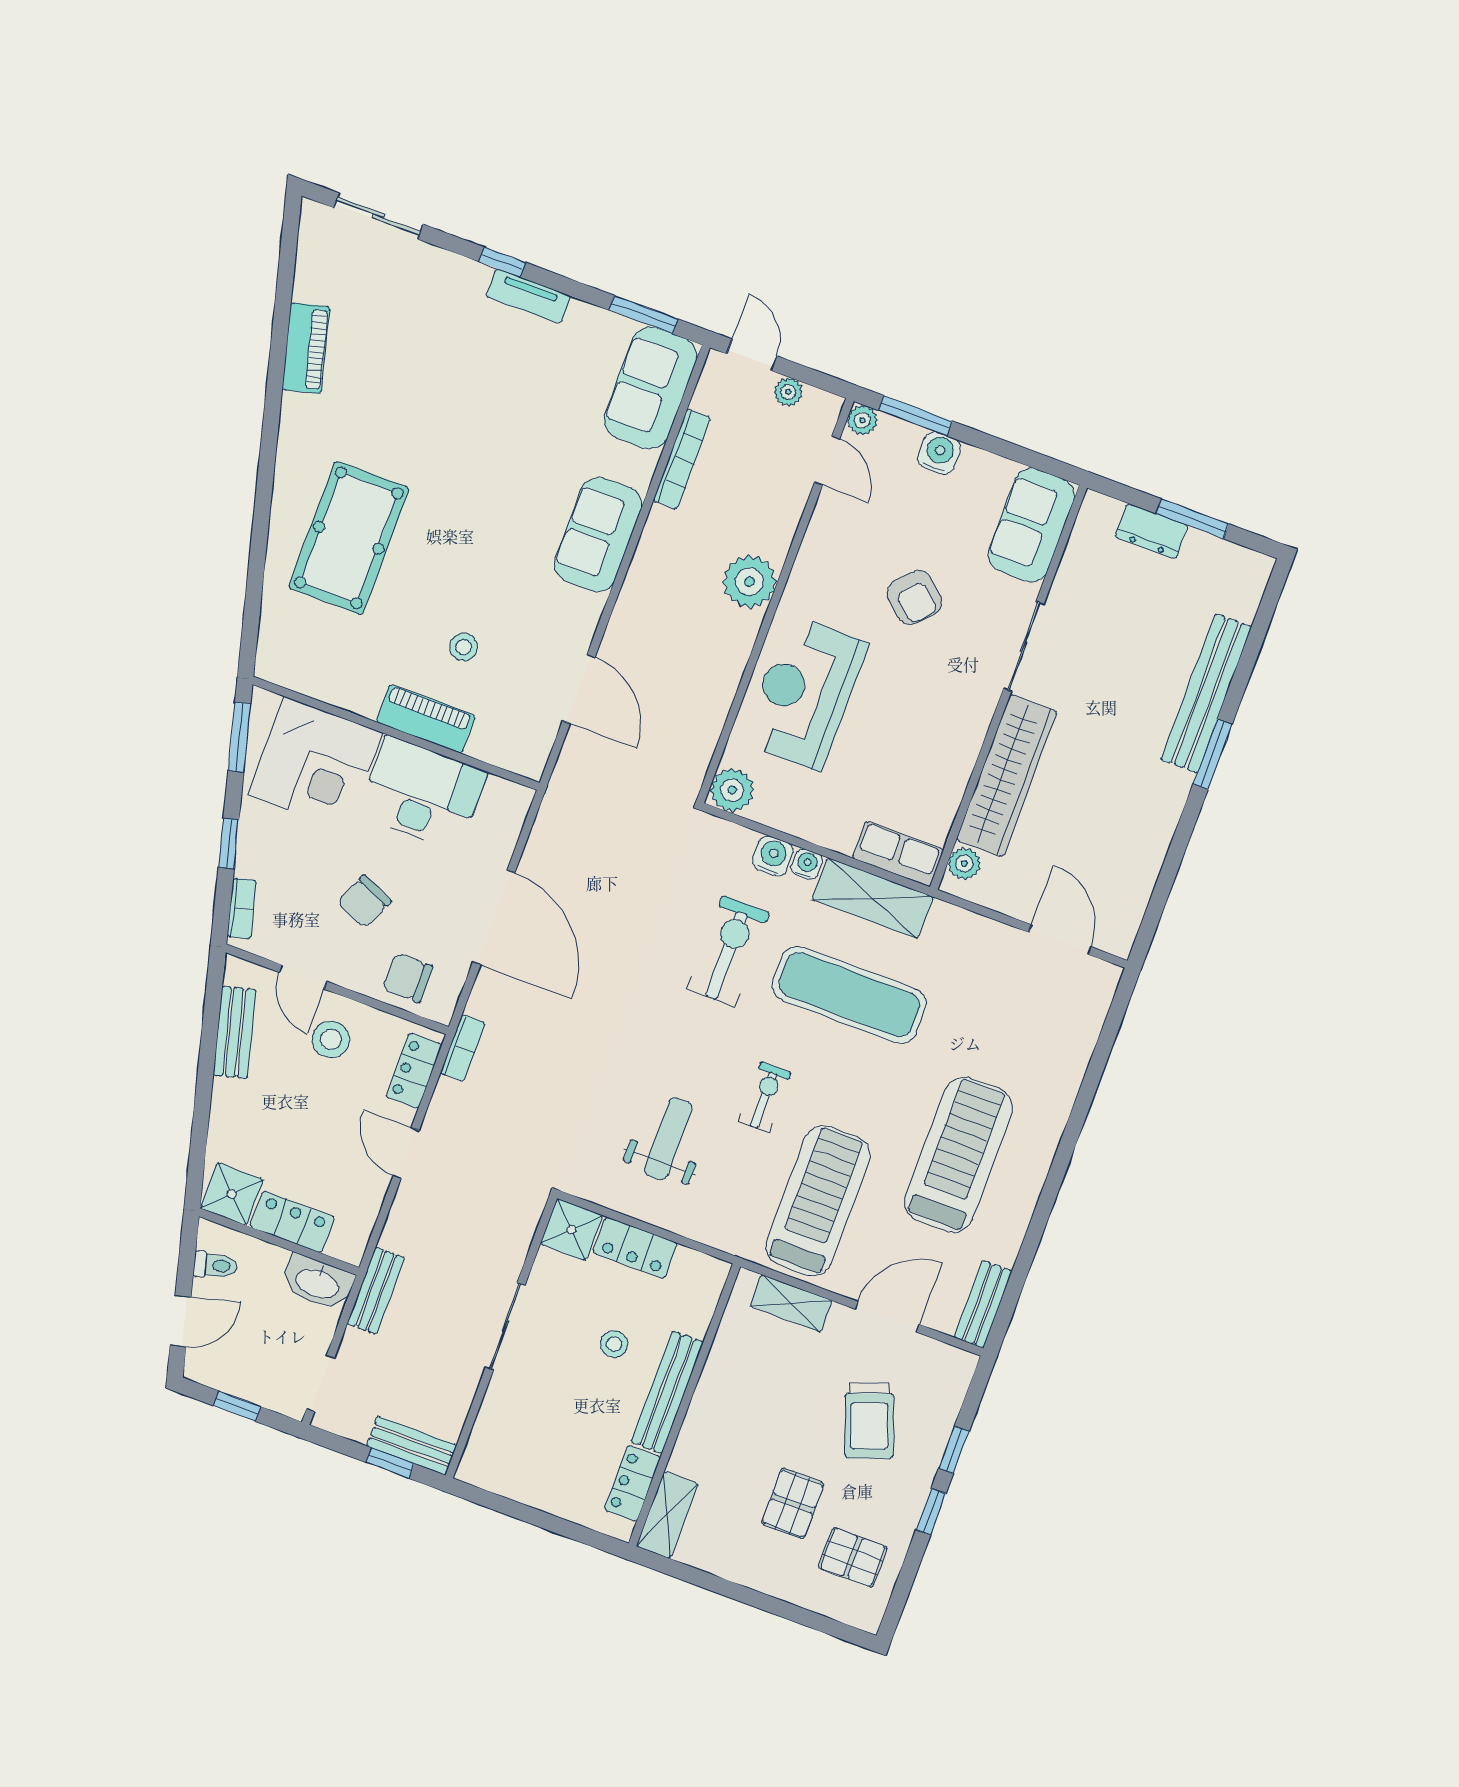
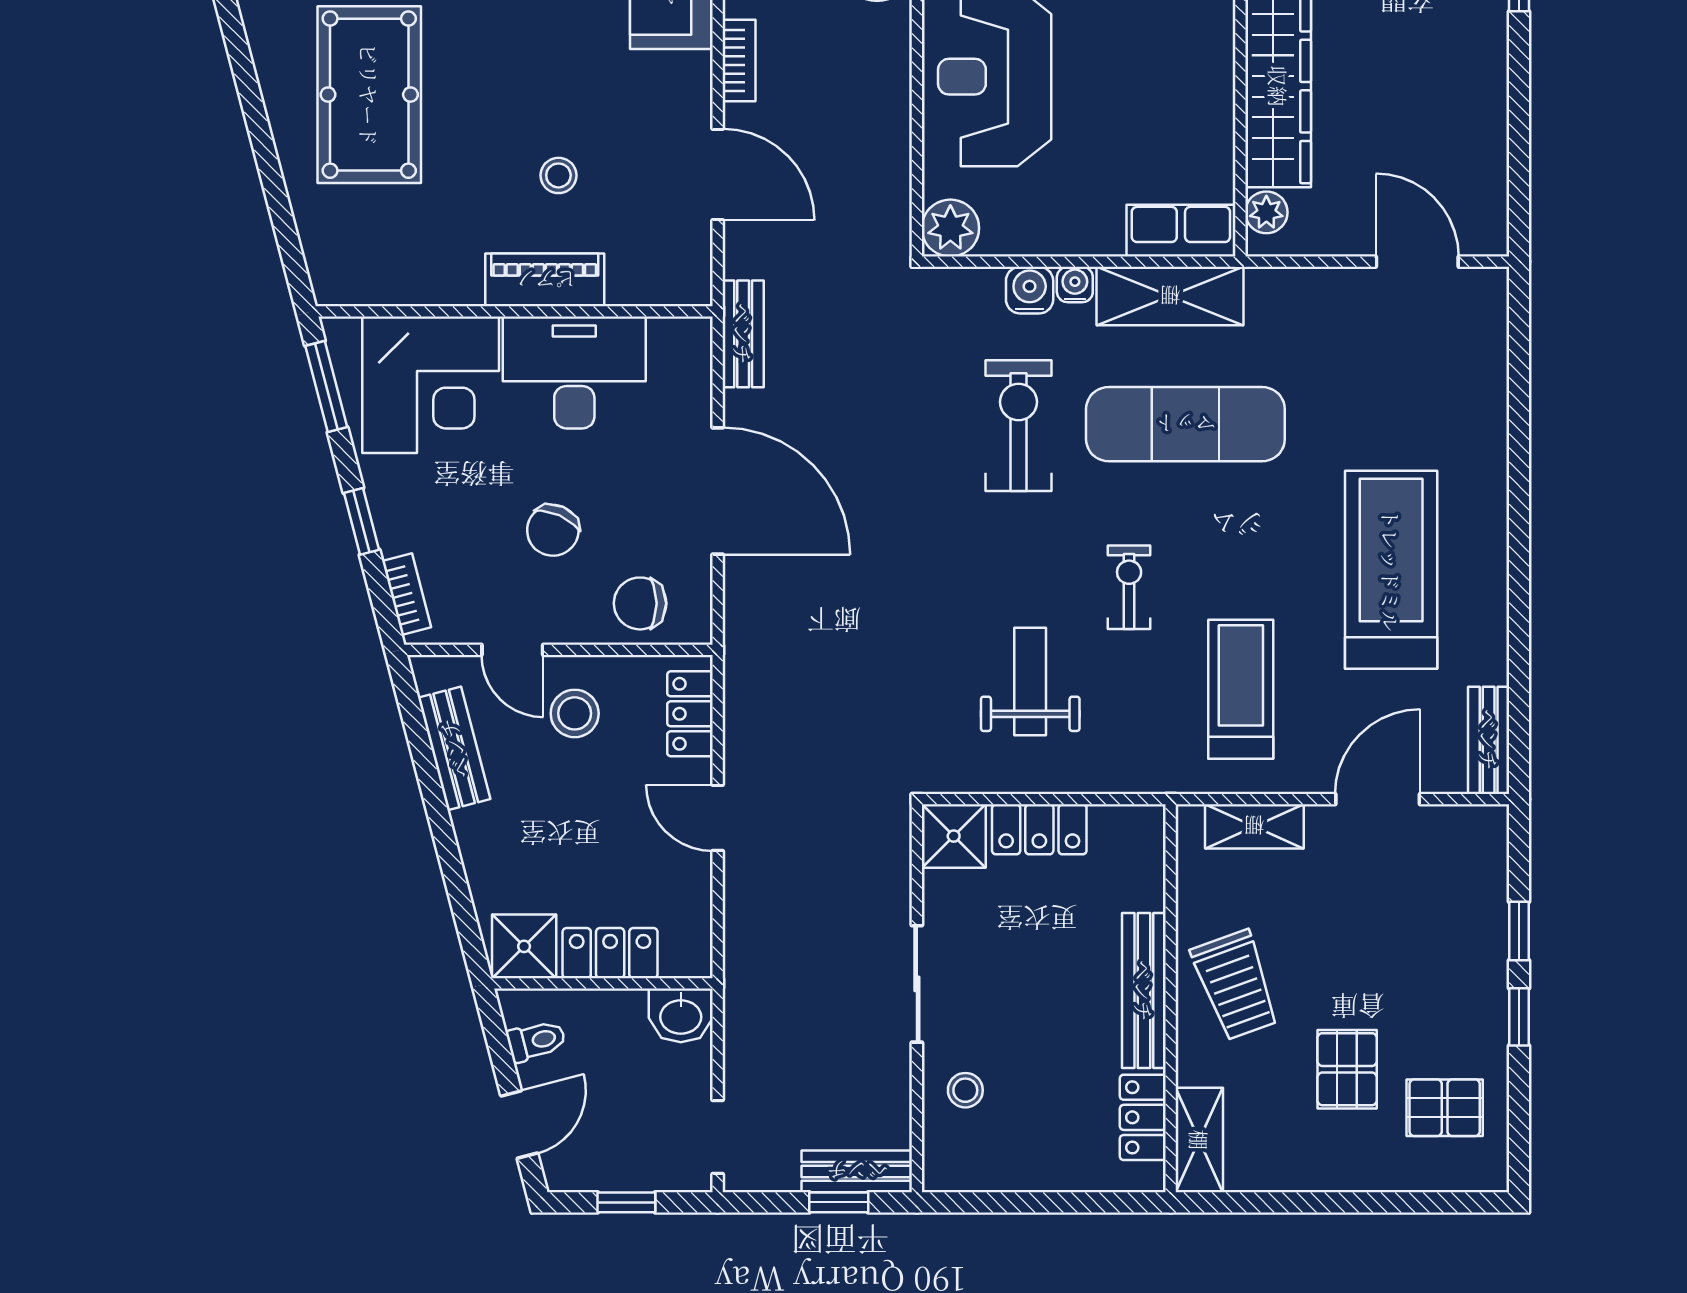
bookcase: (463, 1048) -> (739, 60), moved
treadmill: (818, 1201) -> (1241, 689), width x0.73, depth x0.73
washbasin: (318, 1282) -> (681, 1015), width x0.72
bench: (376, 1291) -> (743, 334), moved
stool: (614, 1344) -> (965, 1090), moved
trolley: (869, 1420) -> (1236, 985), moved

